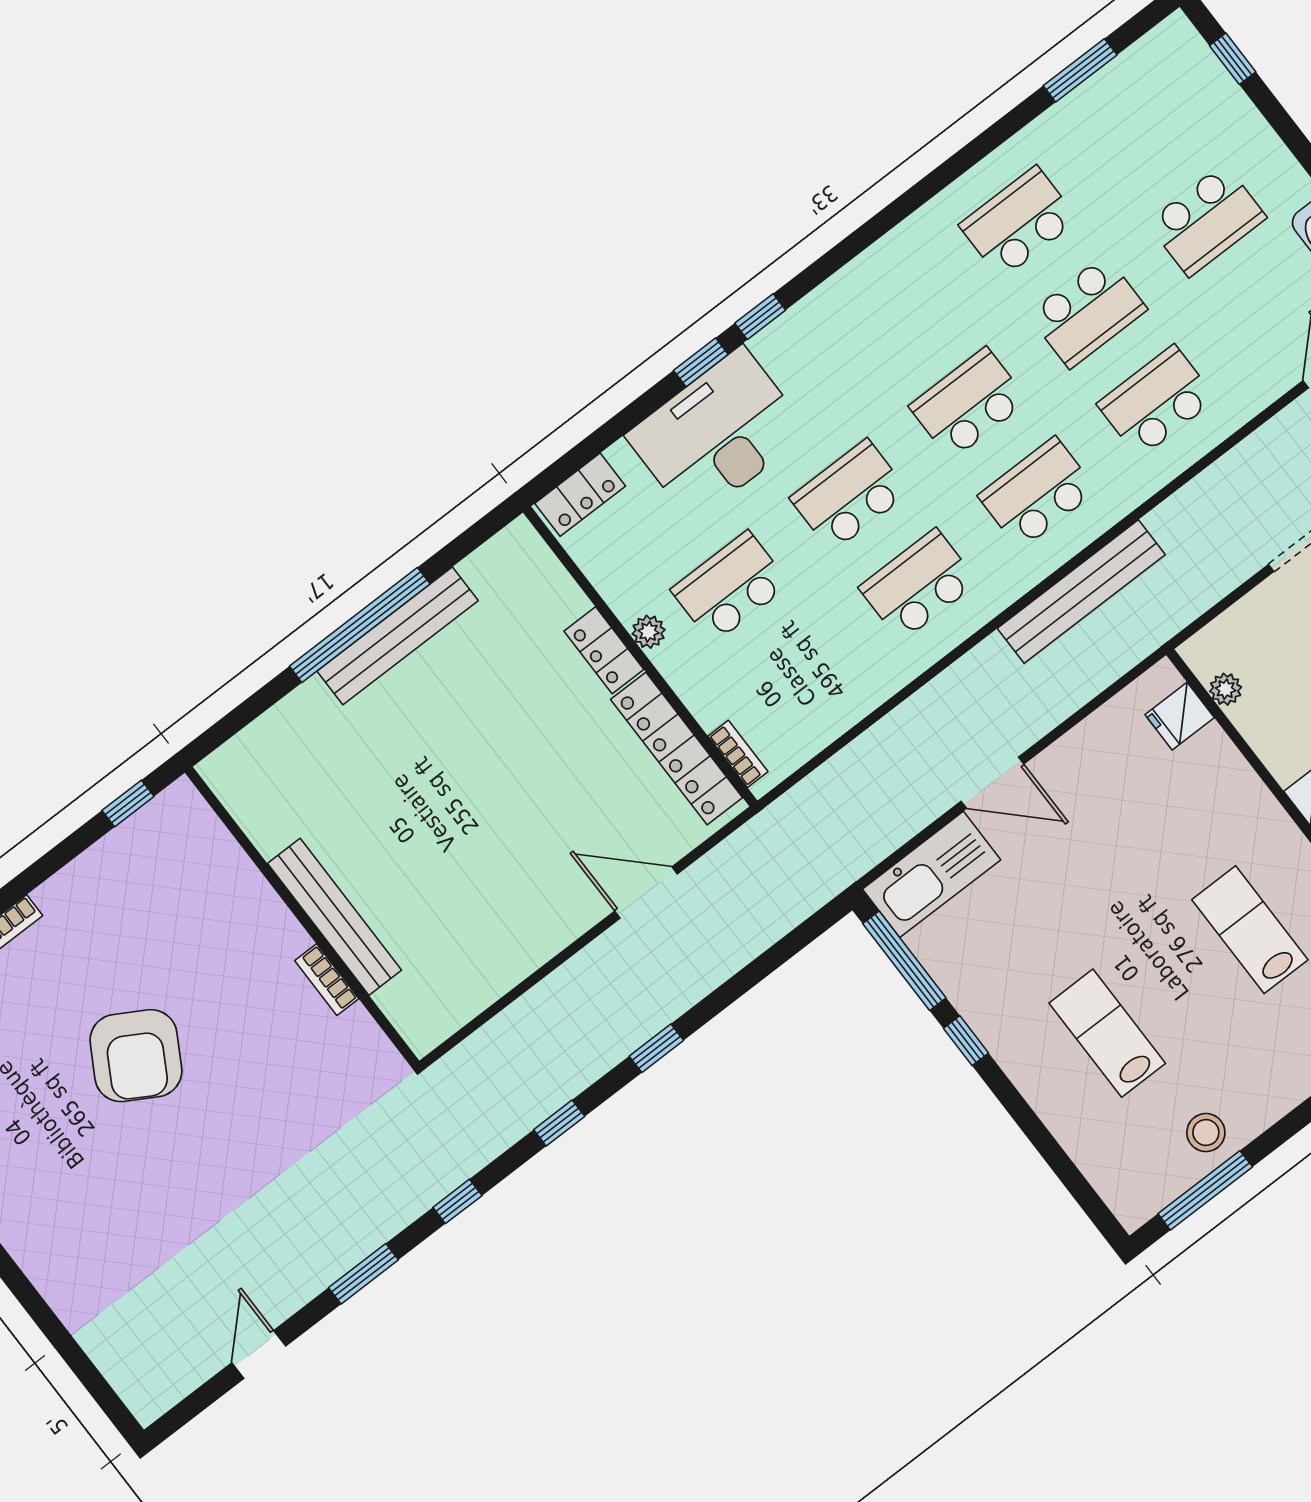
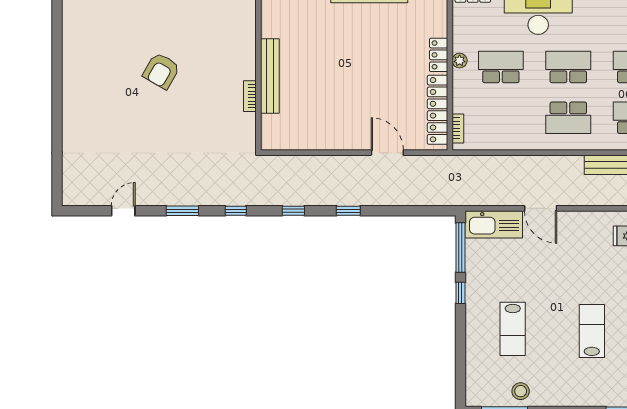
school desk: (918, 585) -> (568, 118), turned 180
lab bench: (1107, 1033) -> (513, 329), turned 180
armchair: (136, 1056) -> (161, 71), width x0.73, depth x0.73

